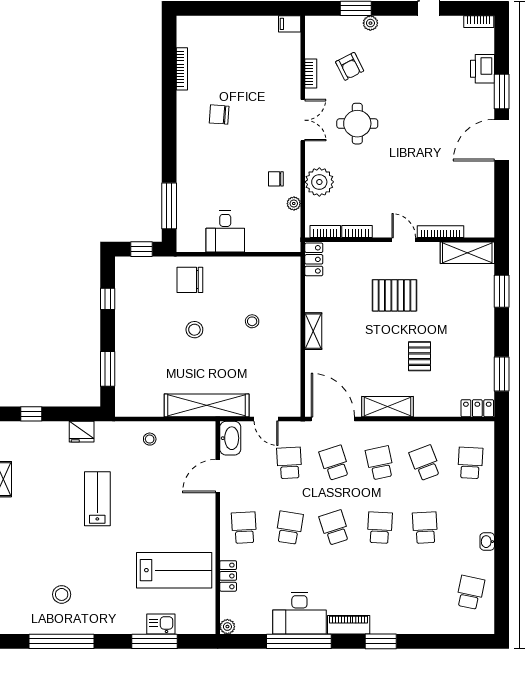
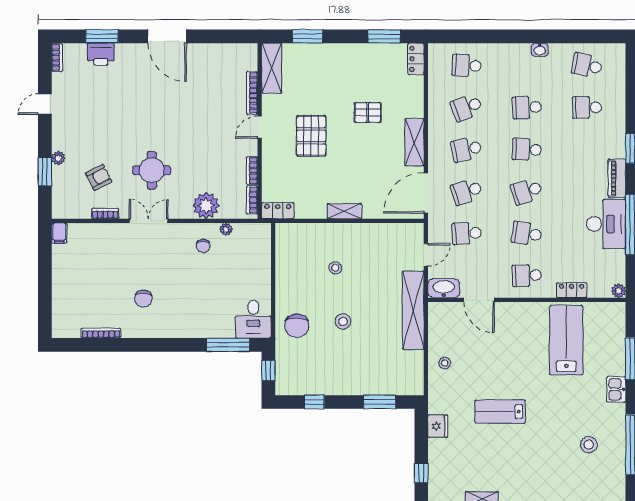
window: (502, 91) -> (102, 36), moved
desk: (225, 232) -> (253, 319), moved, turned 90
school desk: (425, 592) -> (587, 107), added
kitchen sink: (161, 624) -> (616, 389), moved

